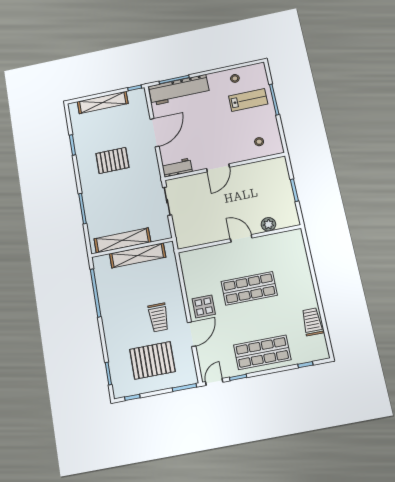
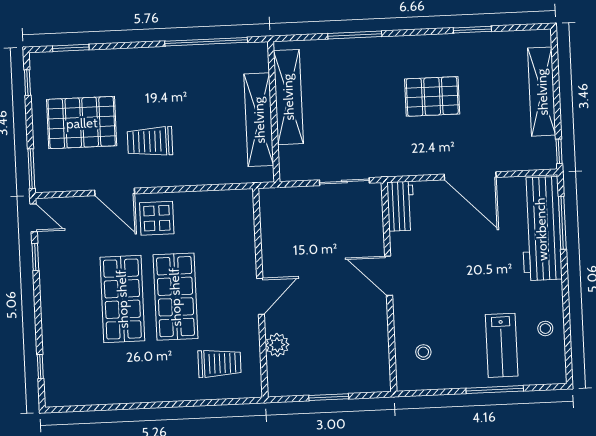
pallet: (112, 160) -> (432, 96), turned 90
trolley: (312, 322) -> (220, 363), moved
shop shelf: (262, 352) -> (122, 299), moved
pallet: (152, 360) -> (82, 123), turned 90

